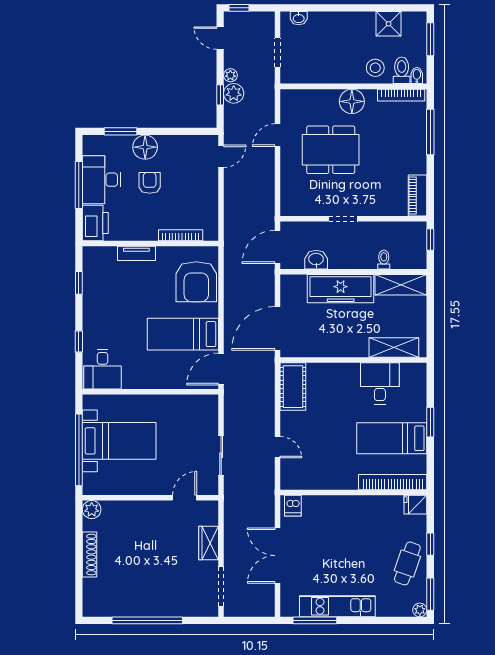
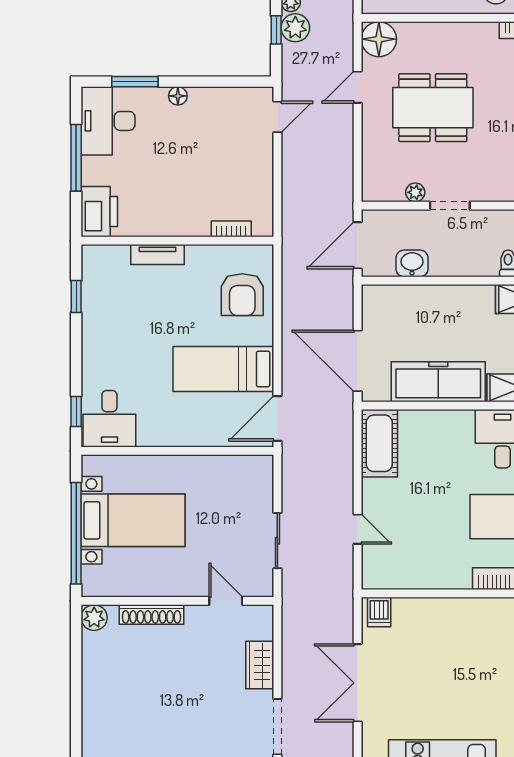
floor lamp: (352, 101) -> (379, 39), moved
floor lamp: (145, 147) -> (178, 96), width x0.53, depth x0.53
desk: (101, 180) -> (108, 121), moved
armchair: (150, 183) -> (176, 155), removed
plant: (318, 209) -> (415, 192), added
bookcase: (181, 235) -> (231, 229), width x0.64
armchair: (196, 282) -> (242, 295), width x0.73, depth x0.73
freezer: (341, 289) -> (438, 382), moved, turned 180
door: (278, 328) -> (358, 361), hinge flipped
window: (79, 341) -> (76, 412), moved
door: (185, 498) -> (226, 601), hinge flipped
shoe rack: (90, 555) -> (152, 615), moved, turned 90

